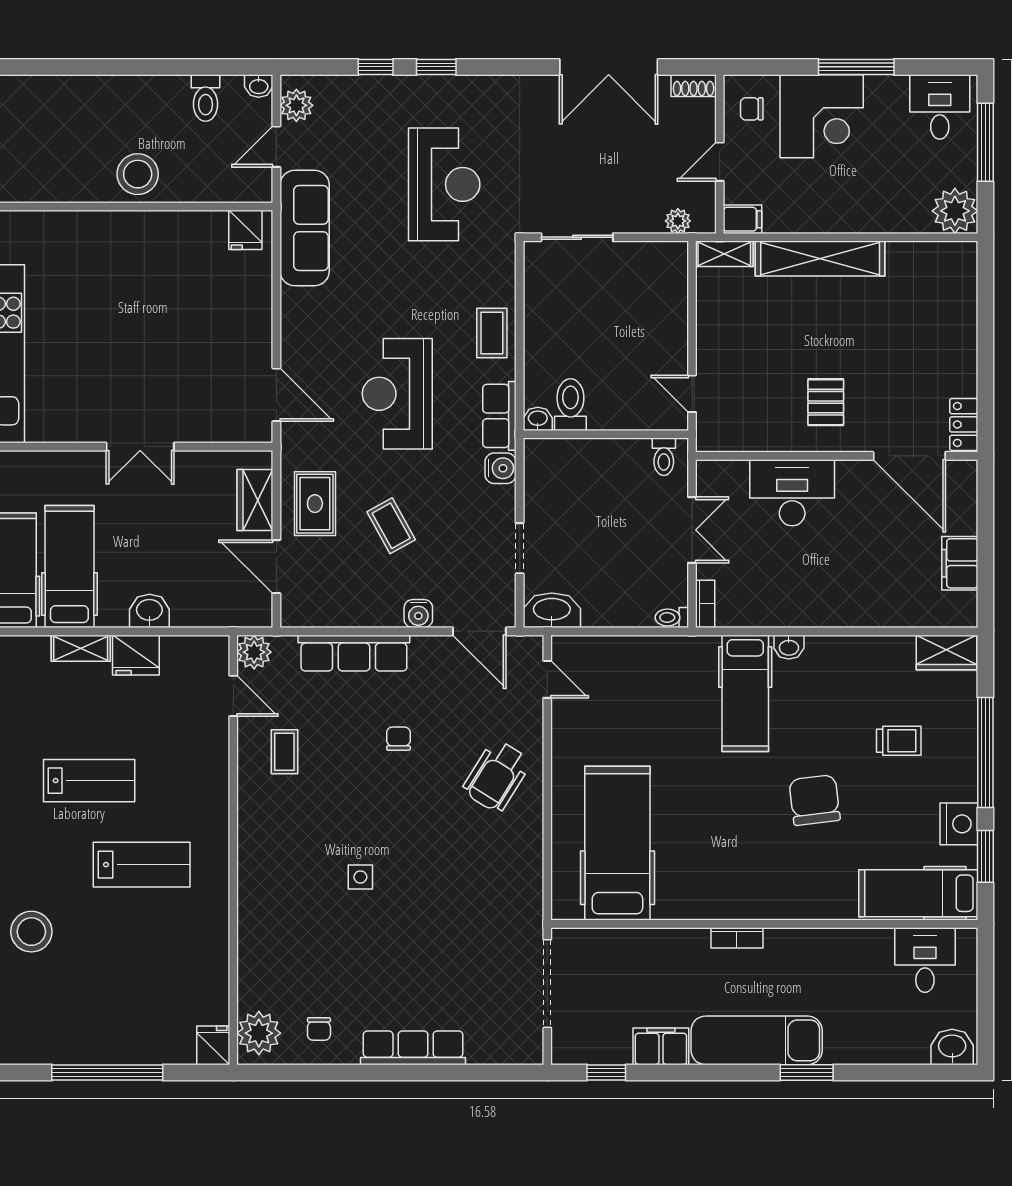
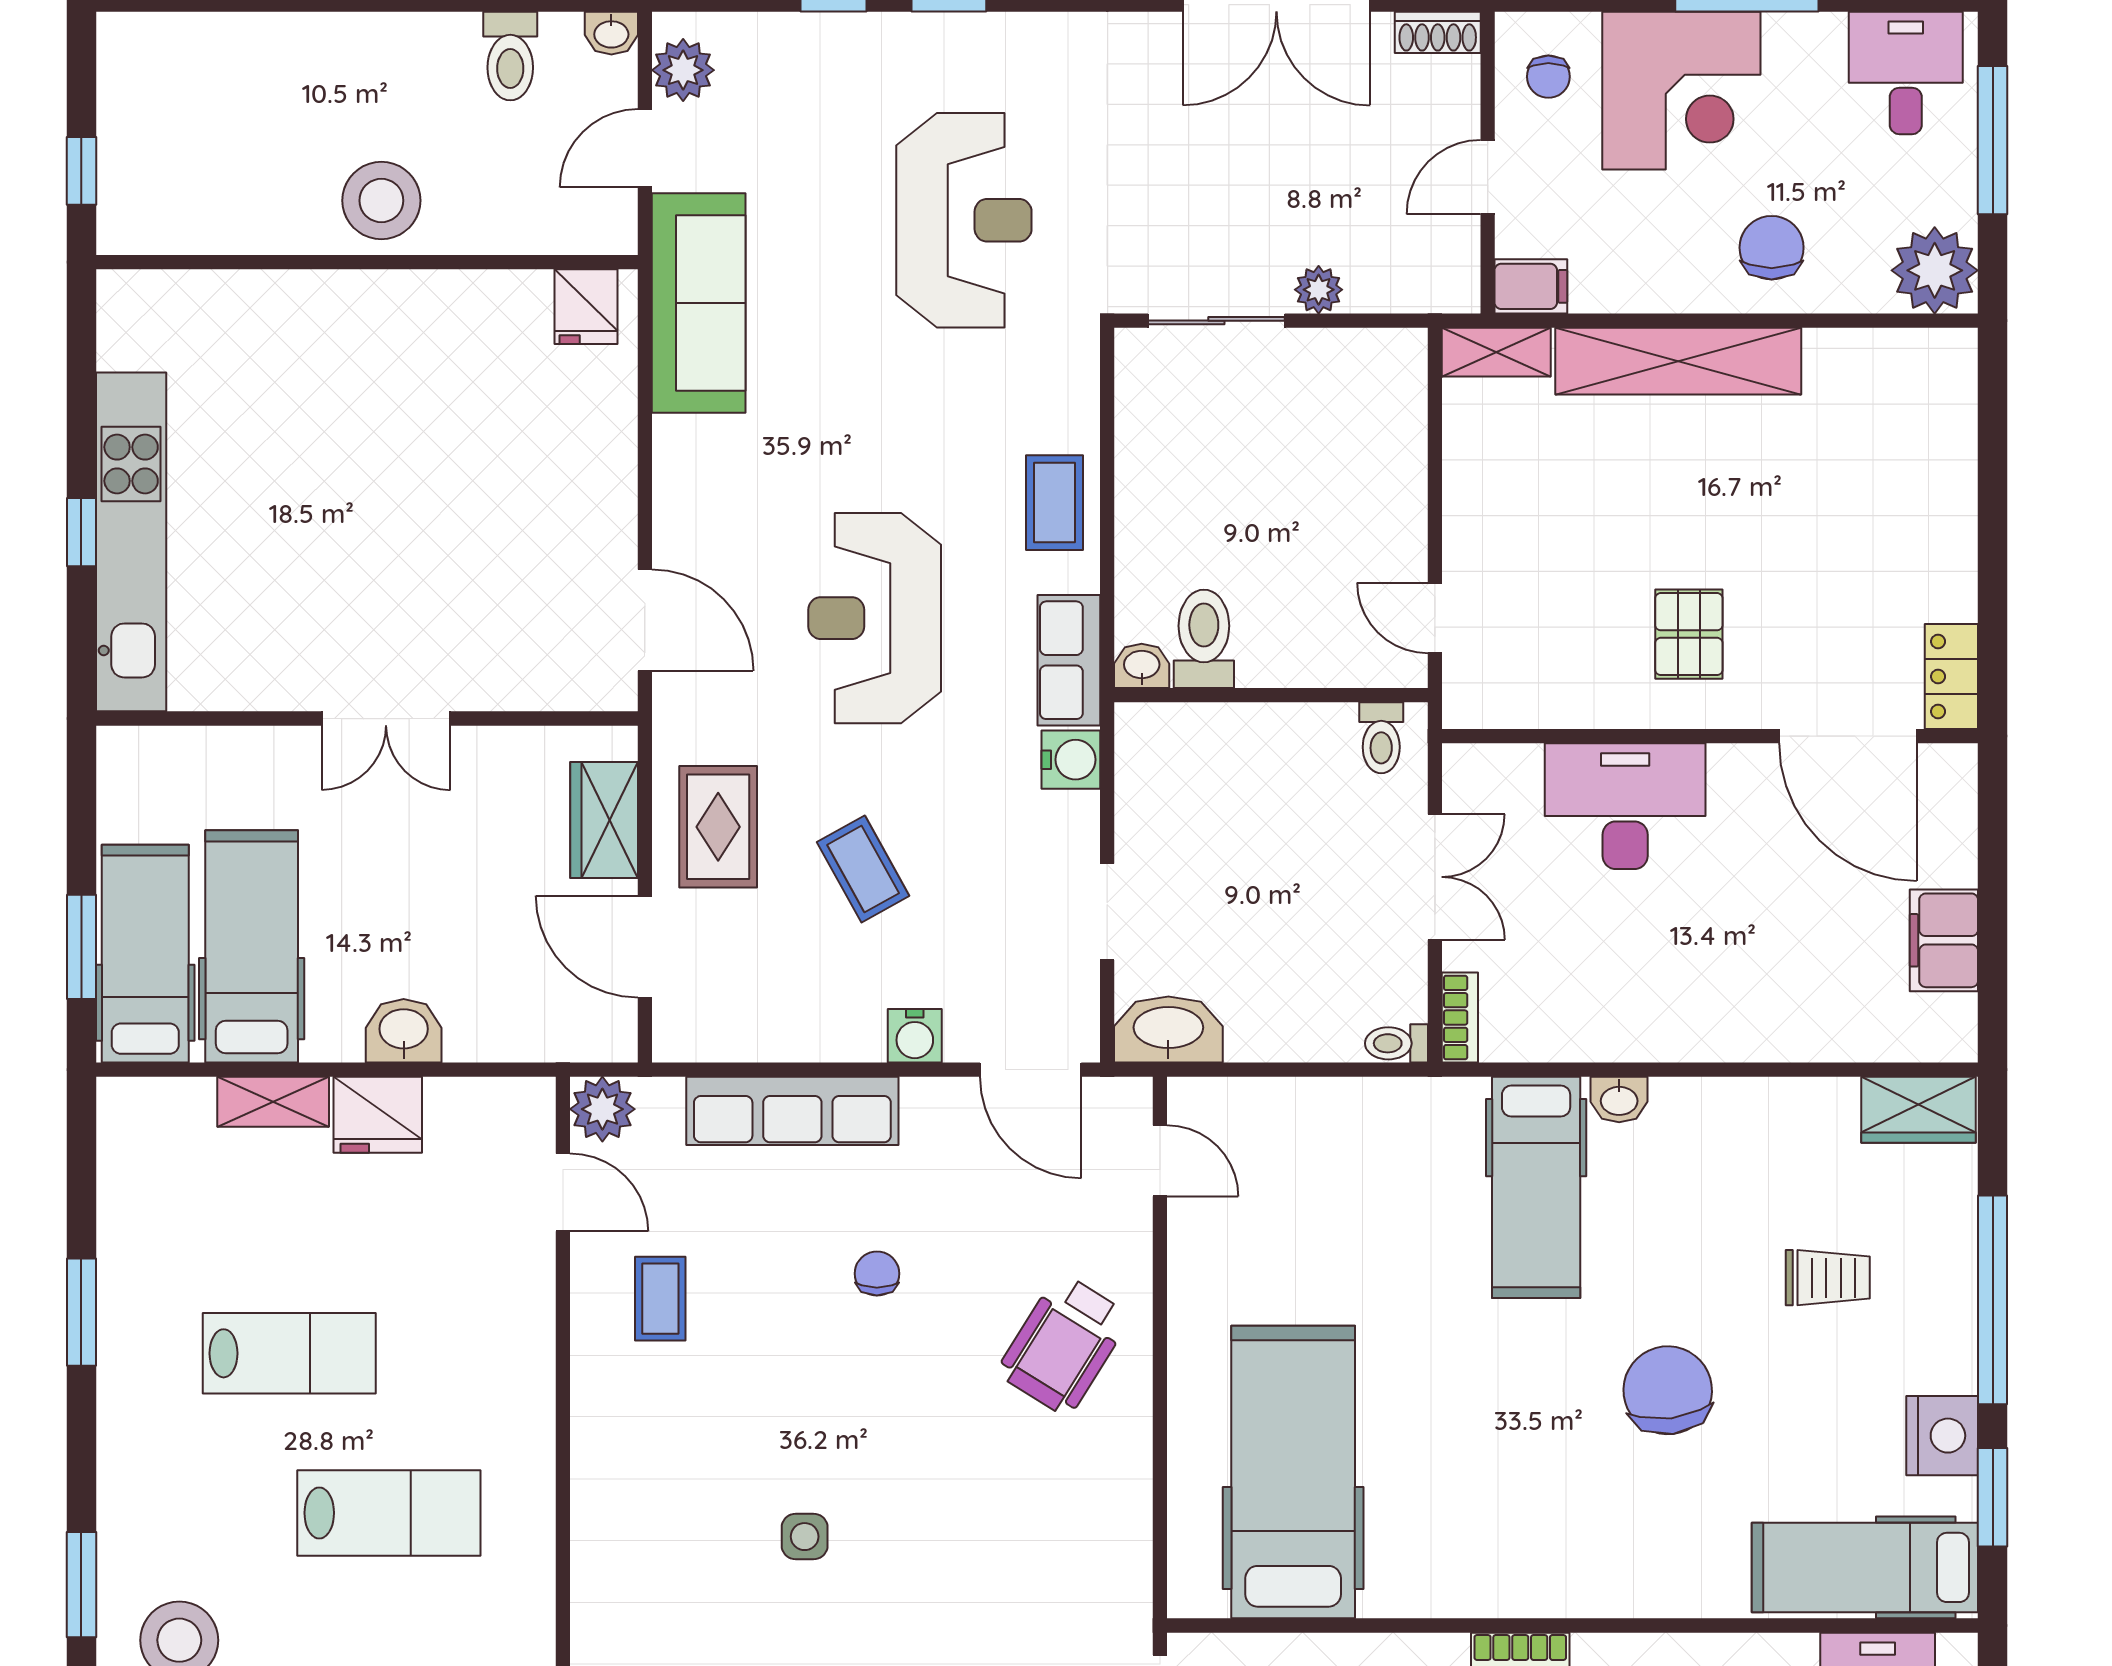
chair: (752, 109) -> (1548, 77), turned -90
chair: (869, 199) -> (1772, 248), added
plant: (678, 221) -> (1319, 290), moved

